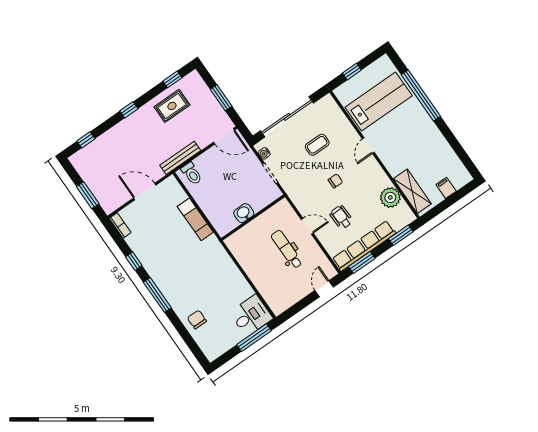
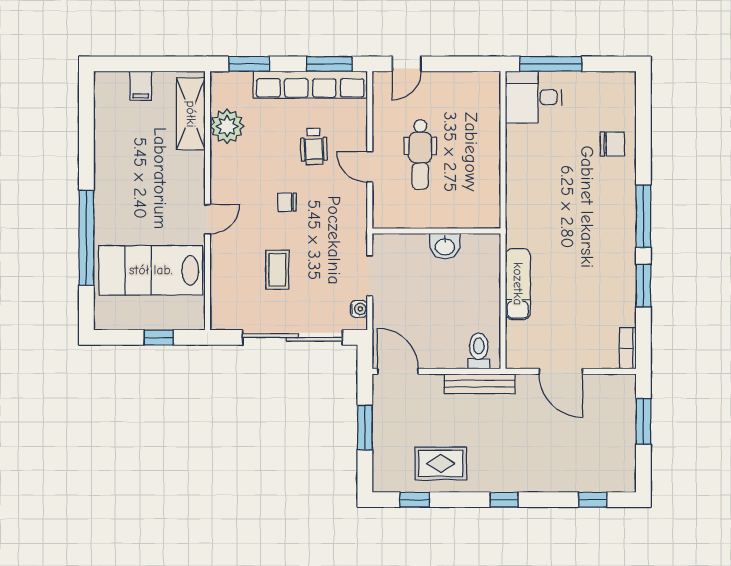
coffee table: (317, 145) -> (277, 270), turned 90
window: (134, 261) -> (643, 286), width x1.50
chair: (197, 319) -> (612, 144), turned -90

